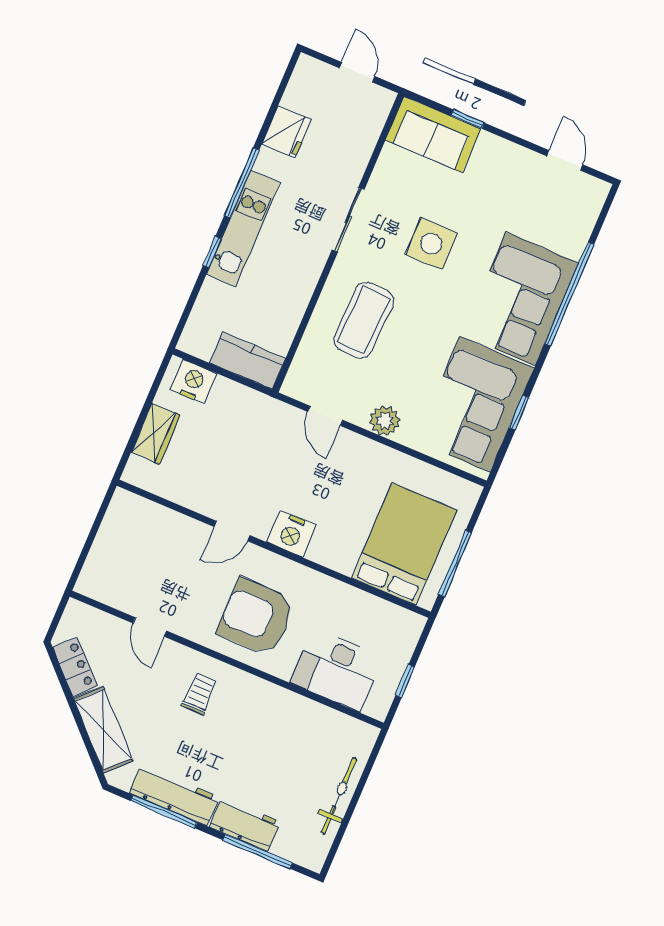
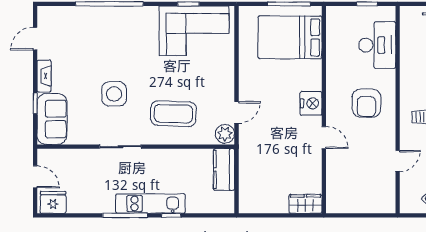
door: (357, 72) -> (35, 177), swing flipped
fridge: (286, 132) -> (53, 202), moved
fireplace: (503, 150) -> (44, 76), added
corner sofa: (521, 299) -> (124, 30), removed
nightstand: (193, 381) -> (249, 195), removed
plant: (385, 421) -> (225, 134), moved
wardrobe: (156, 434) -> (305, 204), moved
armchair: (256, 617) -> (366, 103), width x0.73, depth x0.73

